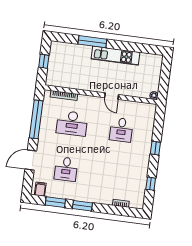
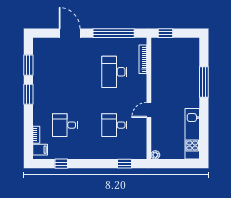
kitchen unit: (116, 56) -> (192, 134), moved
window: (44, 61) -> (165, 33), moved
window: (155, 148) -> (125, 164), moved
desk: (66, 169) -> (65, 125), moved
filing cabinet: (40, 189) -> (40, 150), moved

